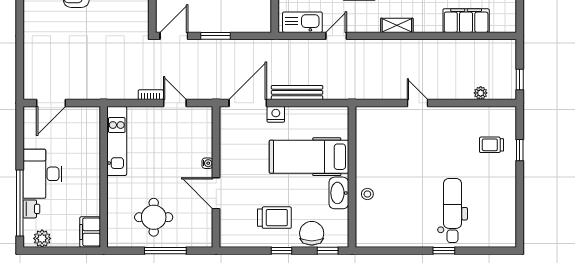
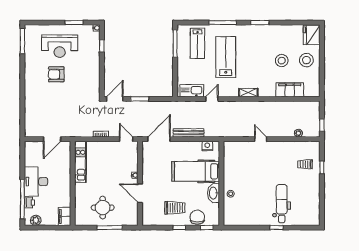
door: (51, 103) -> (52, 139), moved
door: (175, 103) -> (126, 139), moved
nightstand: (276, 114) -> (207, 146), moved

